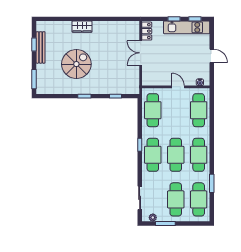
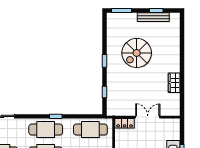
wardrobe: (82, 27) -> (174, 83), moved
locker: (147, 31) -> (125, 123), moved
spiral stairs: (76, 64) -> (137, 53), turned 90

